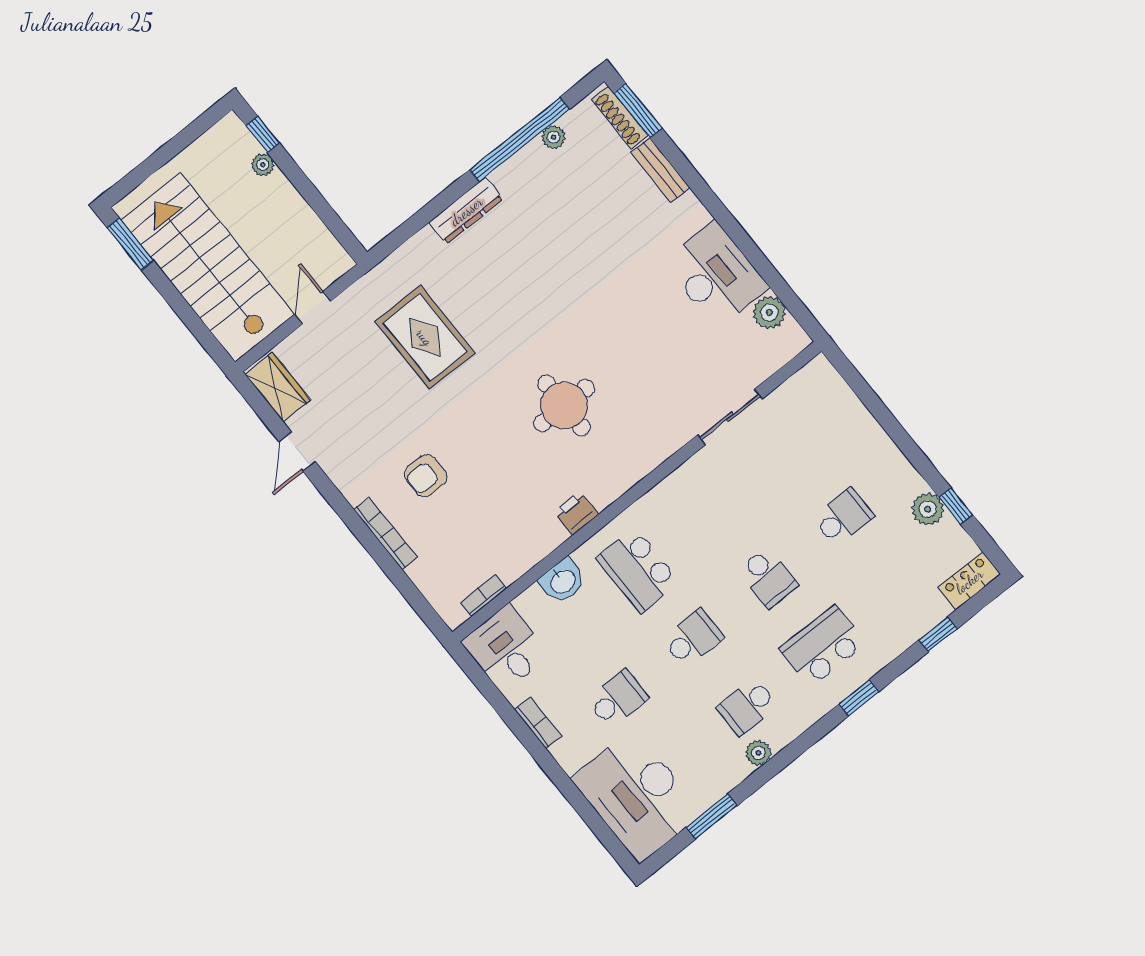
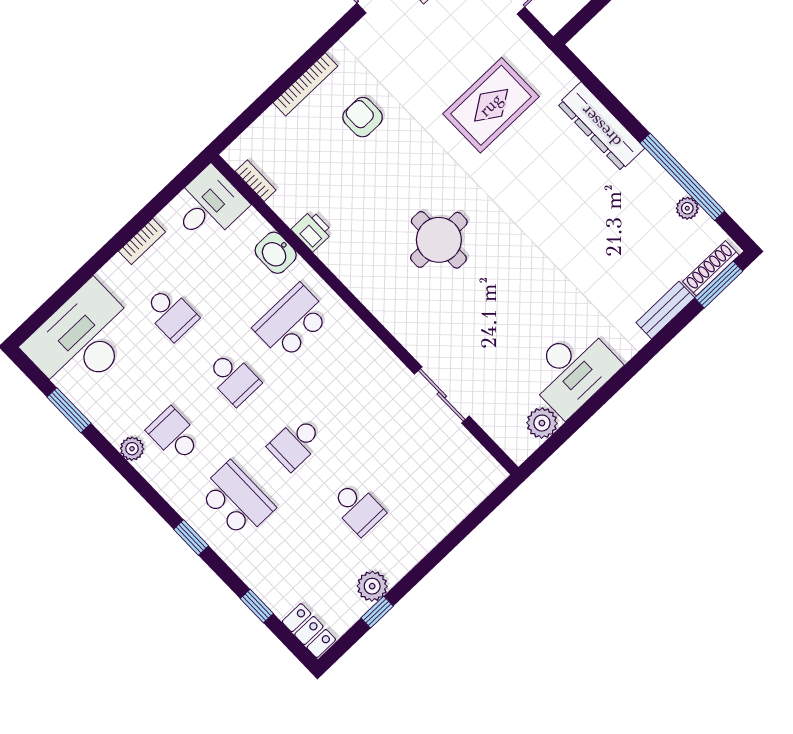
dresser: (466, 211) -> (601, 126), width x1.37, depth x1.24
printer: (576, 513) -> (312, 231), moved

